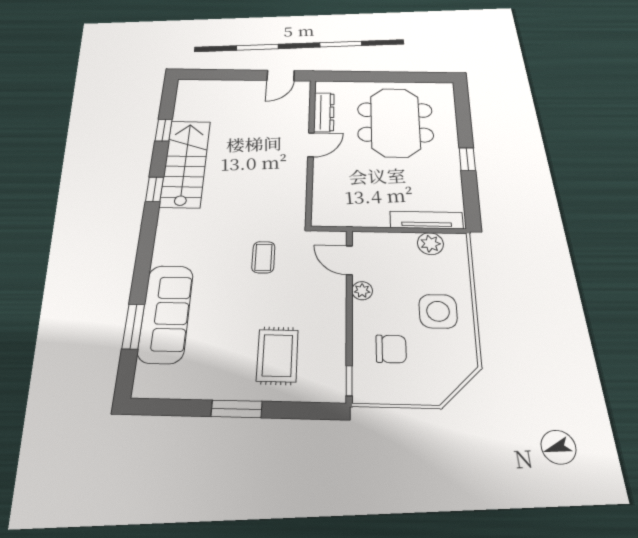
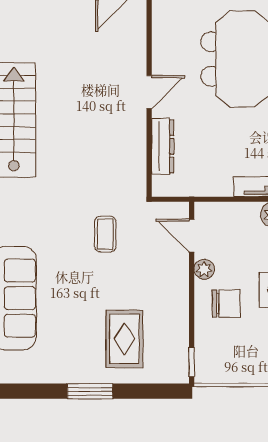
dresser: (324, 112) -> (163, 146), moved
chair: (391, 349) -> (226, 304), moved

